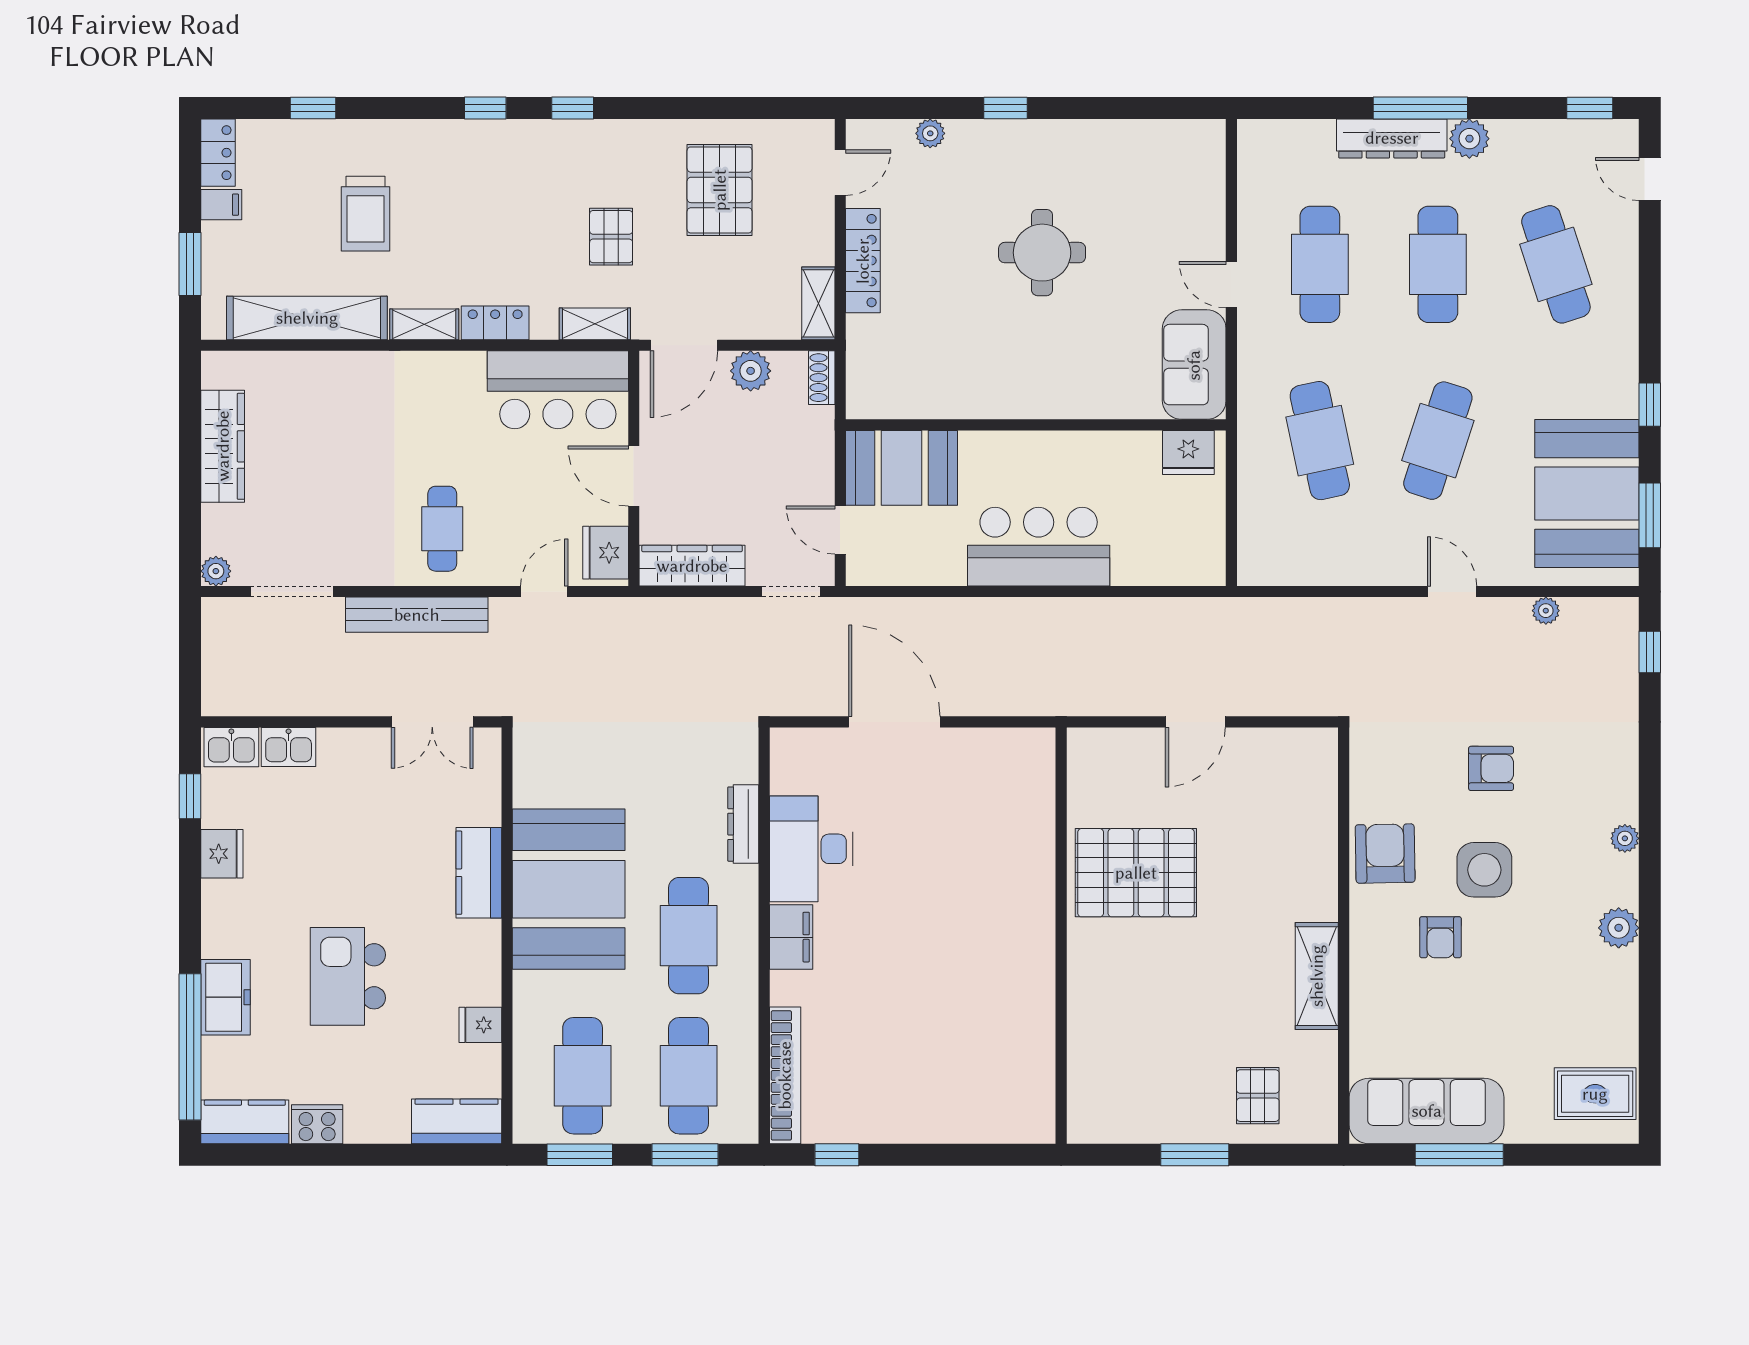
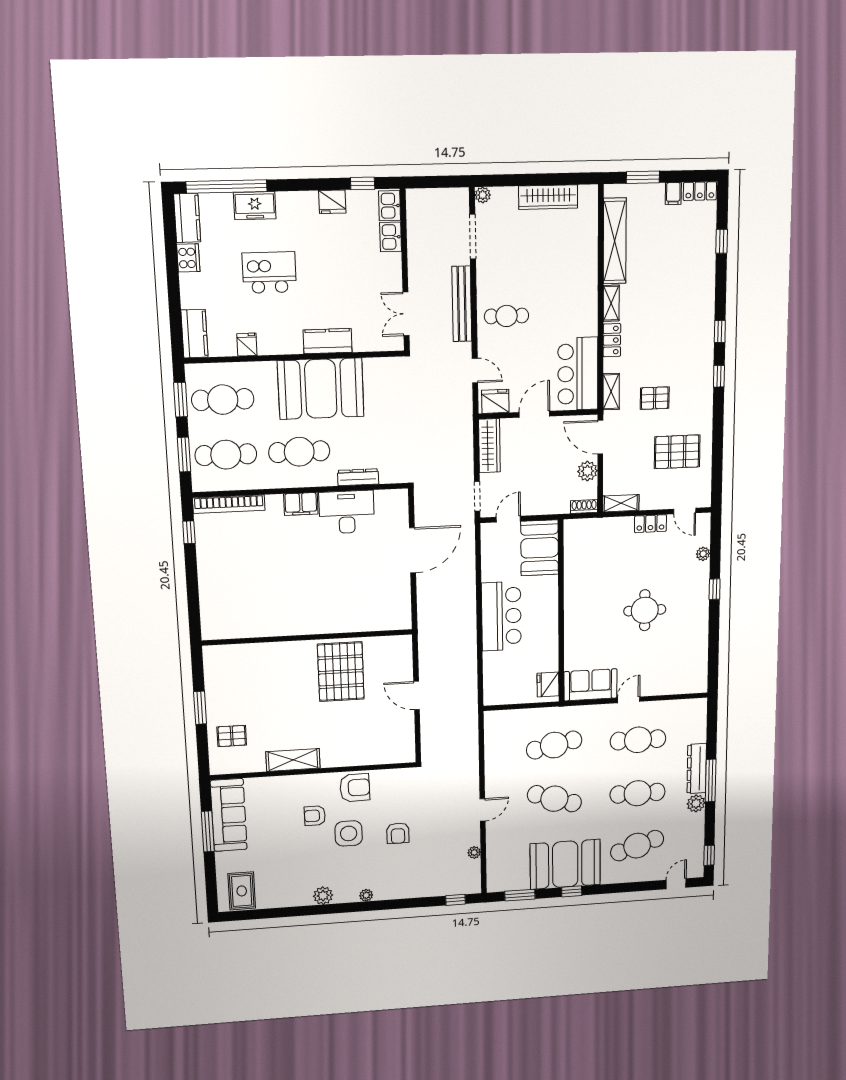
trolley: (365, 214) -> (668, 271), removed
locker: (863, 261) -> (650, 524), width x0.66
booth: (1587, 493) -> (565, 864), moved

